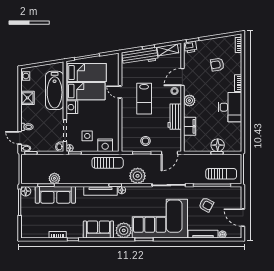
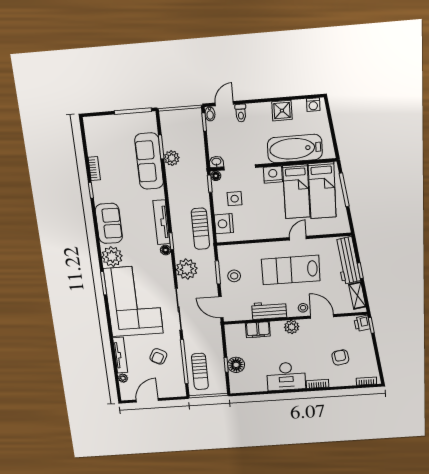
lab bench: (144, 99) -> (291, 270), width x1.36, depth x1.39
floor lamp: (26, 191) -> (149, 119), removed

